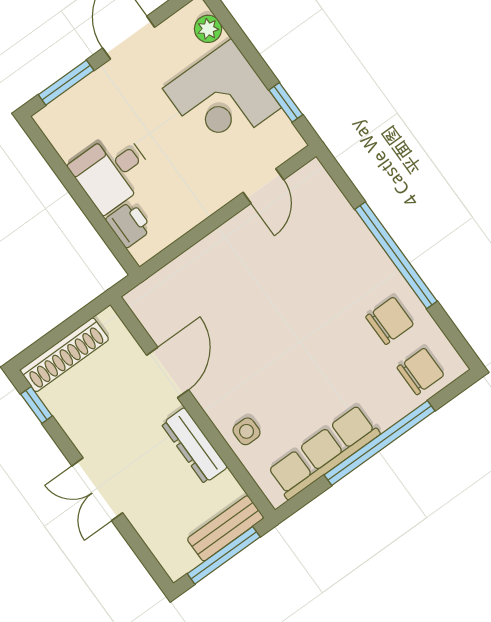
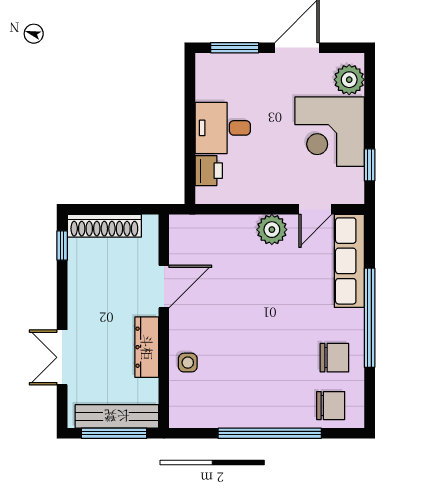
plant: (208, 29) -> (349, 80), width x1.38, depth x1.38
plant: (235, 238) -> (272, 230), added
row of seats: (324, 452) -> (349, 261), moved, turned -90
double door: (97, 489) -> (62, 357), moved
bench: (225, 528) -> (117, 416), width x1.36

